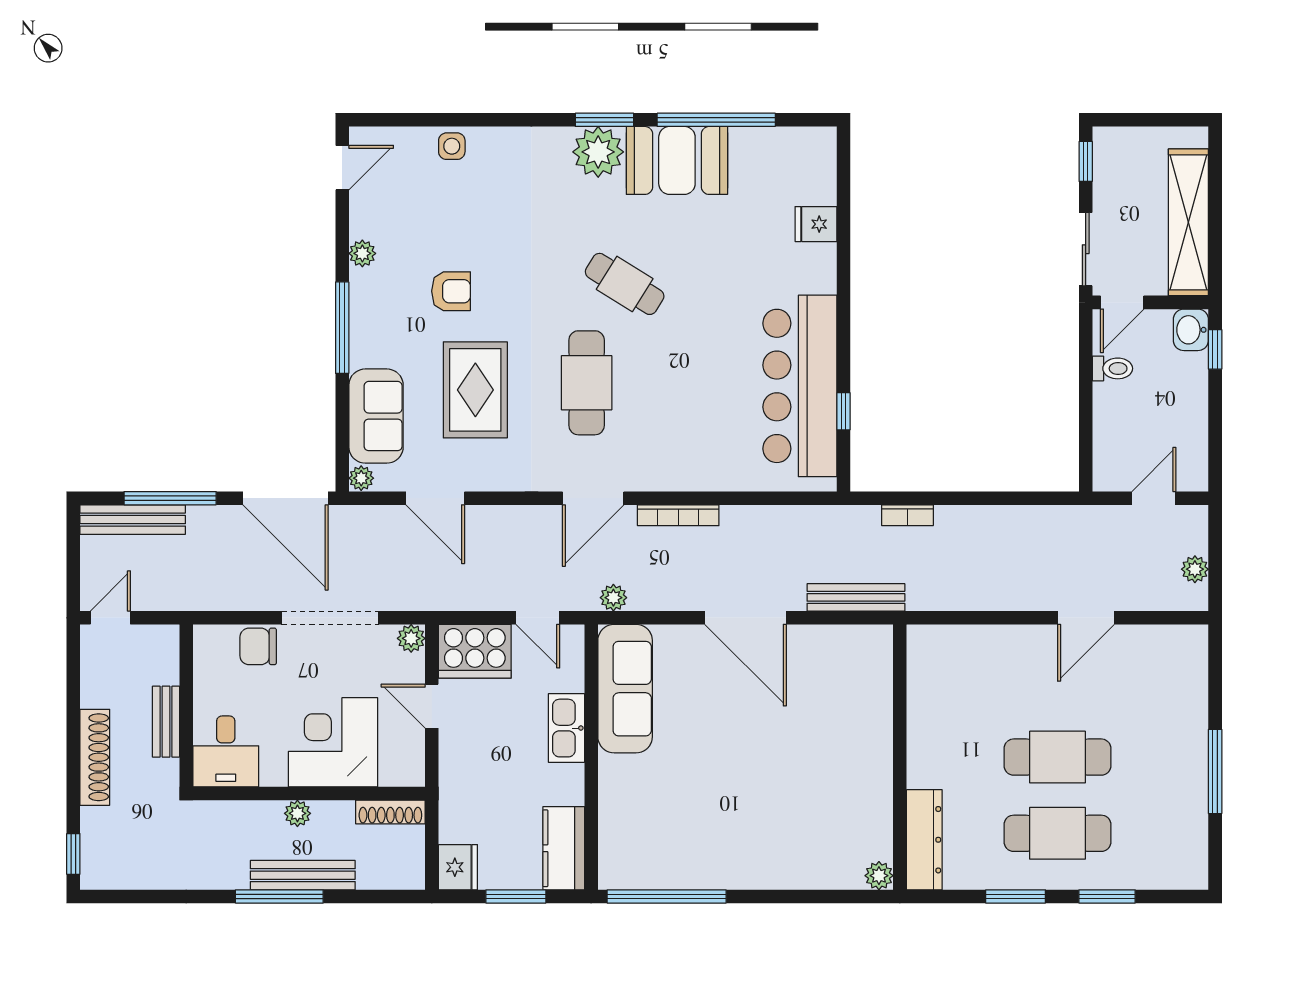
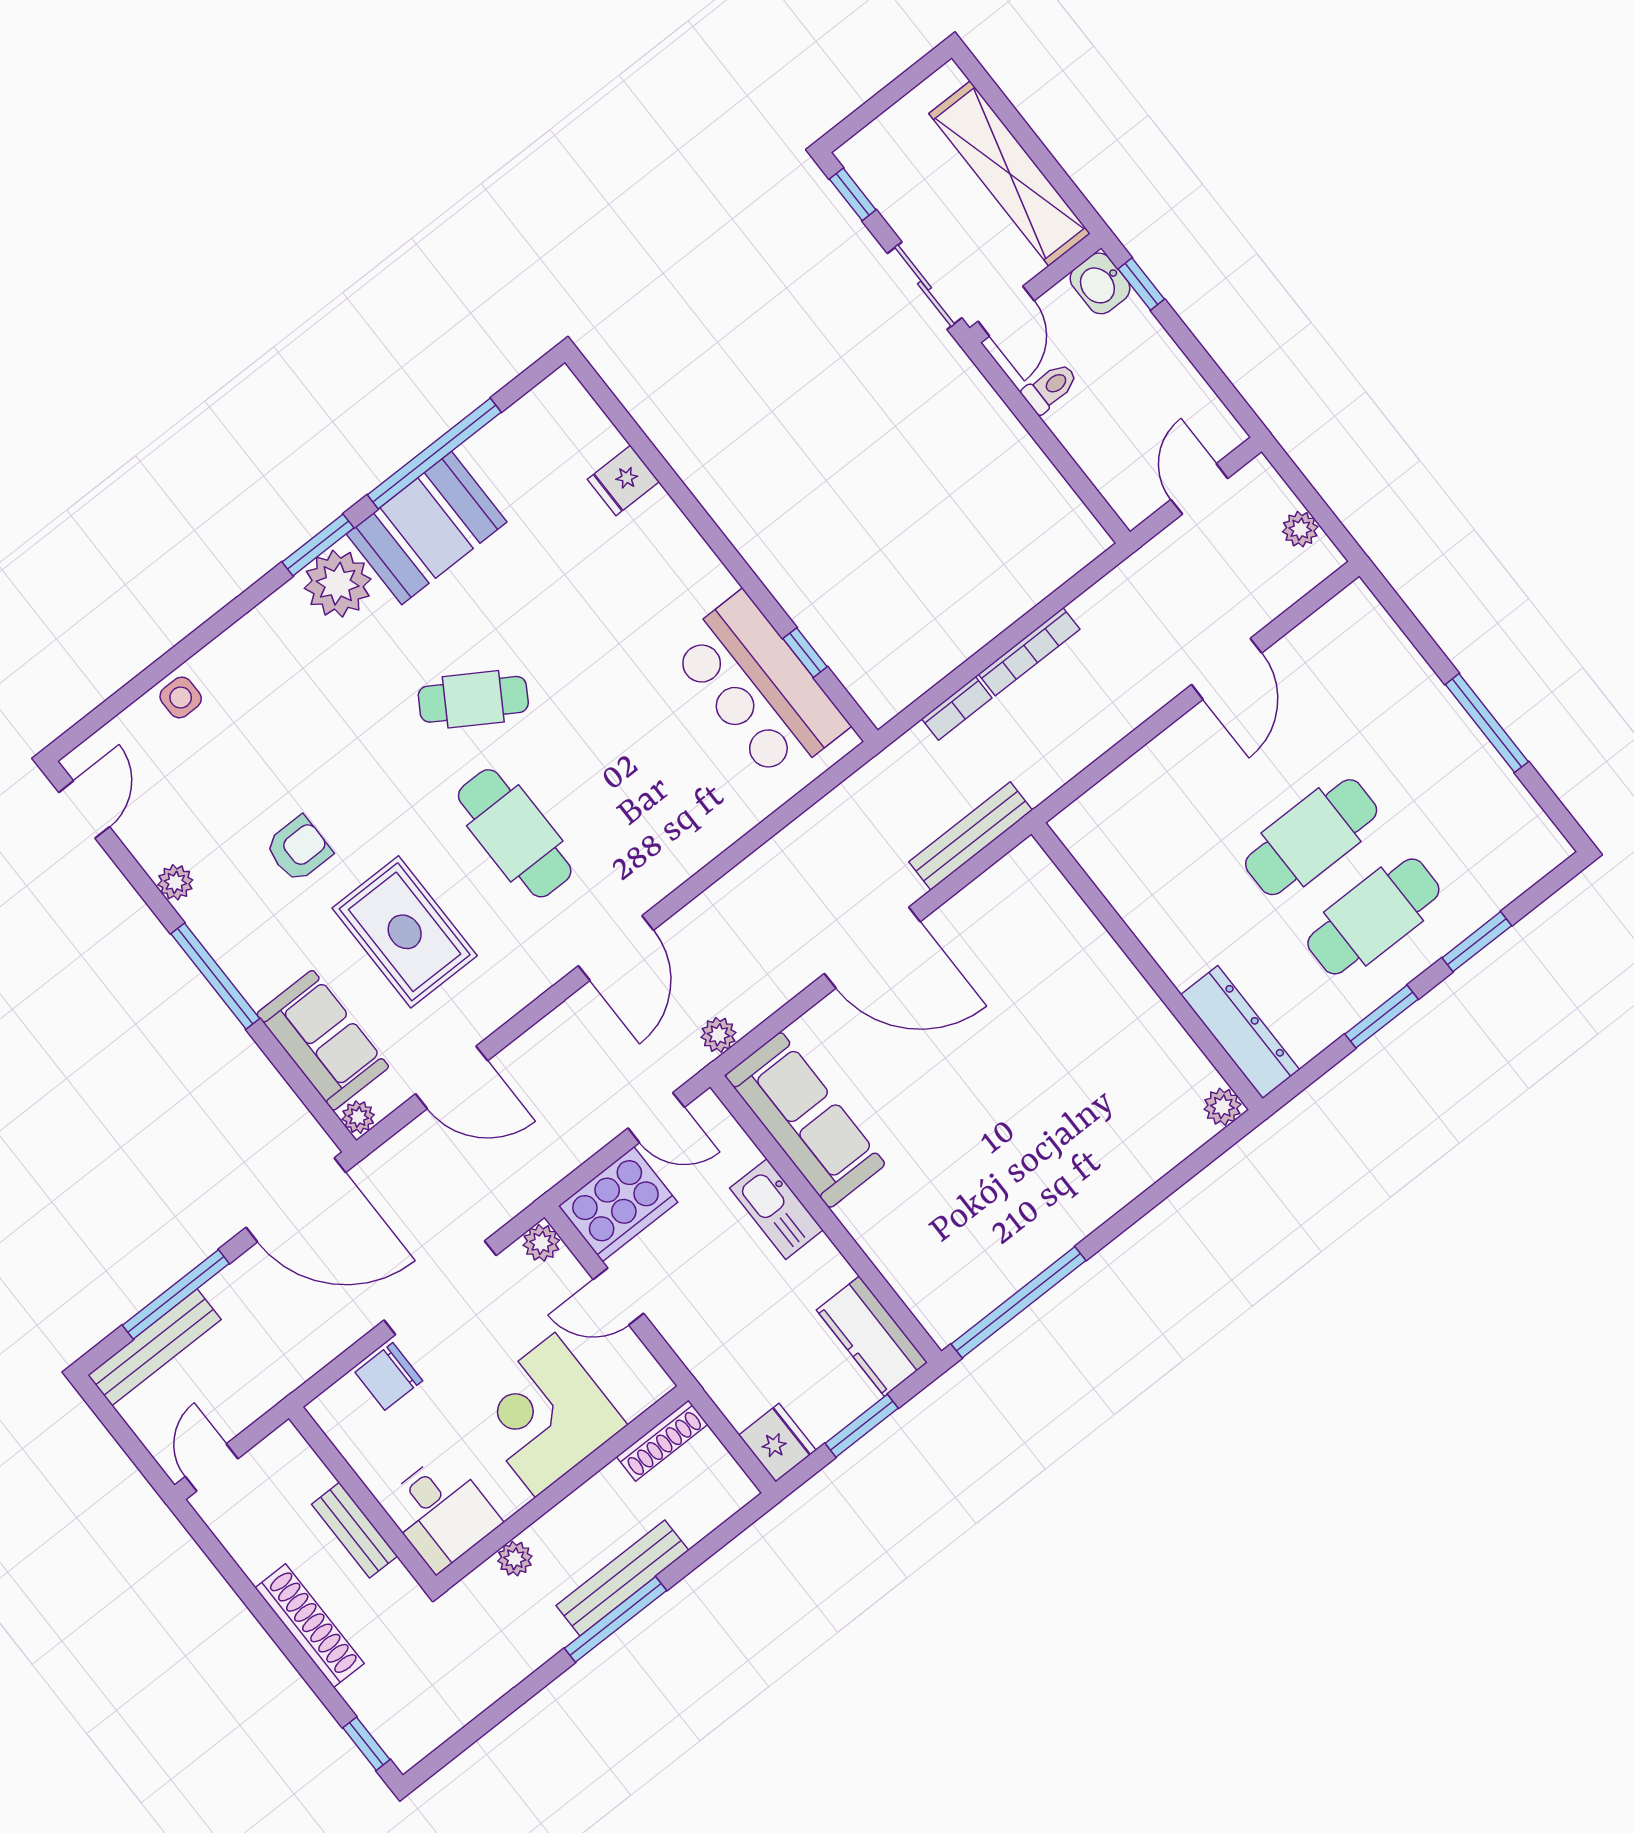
bar counter: (800, 386) -> (759, 687), width x0.73
bookcase: (678, 515) -> (1029, 652), moved
plant: (297, 813) -> (515, 1559), moved

